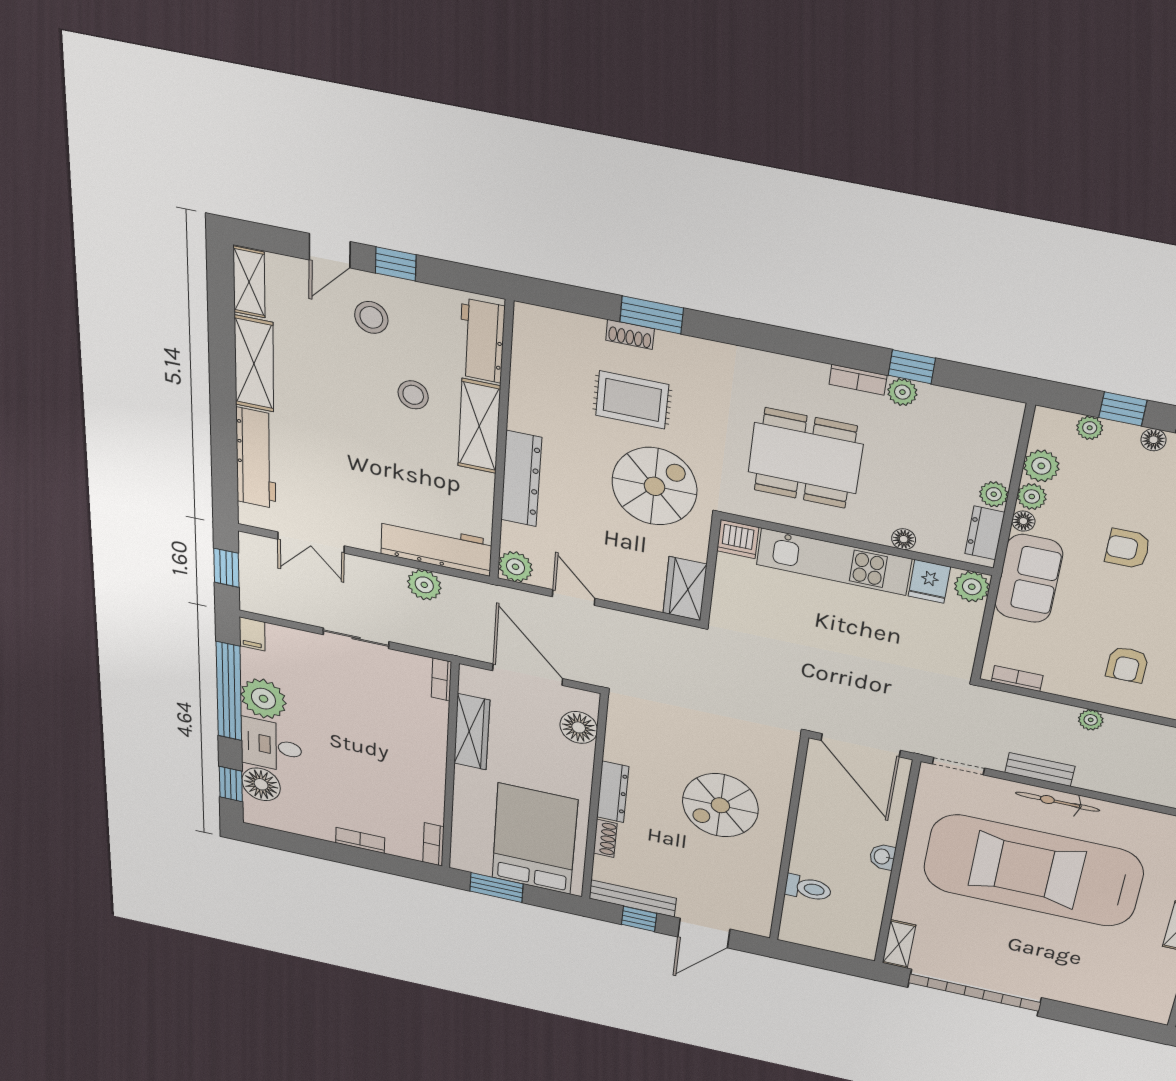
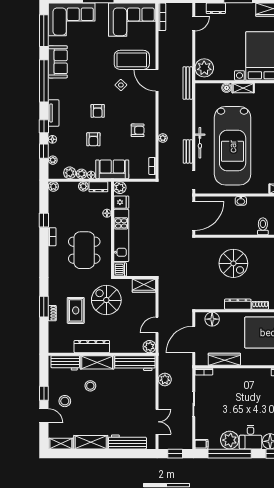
plant: (902, 392) -> (53, 186), moved
dresser: (521, 479) -> (92, 347), moved
workbench: (436, 547) -> (135, 363), moved, turned -90

